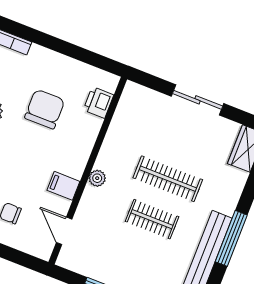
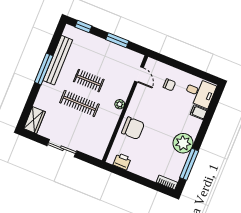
printer: (98, 102) -> (122, 161), moved, turned -90
chair: (45, 109) -> (133, 128), moved, turned -90
filing cabinet: (63, 186) -> (139, 100), removed

